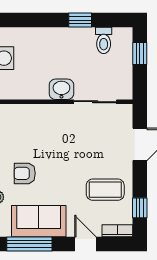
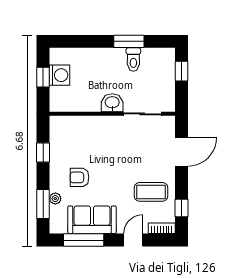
window: (80, 20) -> (129, 41), width x1.50
toilet: (104, 40) -> (133, 59), moved
door: (85, 244) -> (133, 240), hinge flipped

